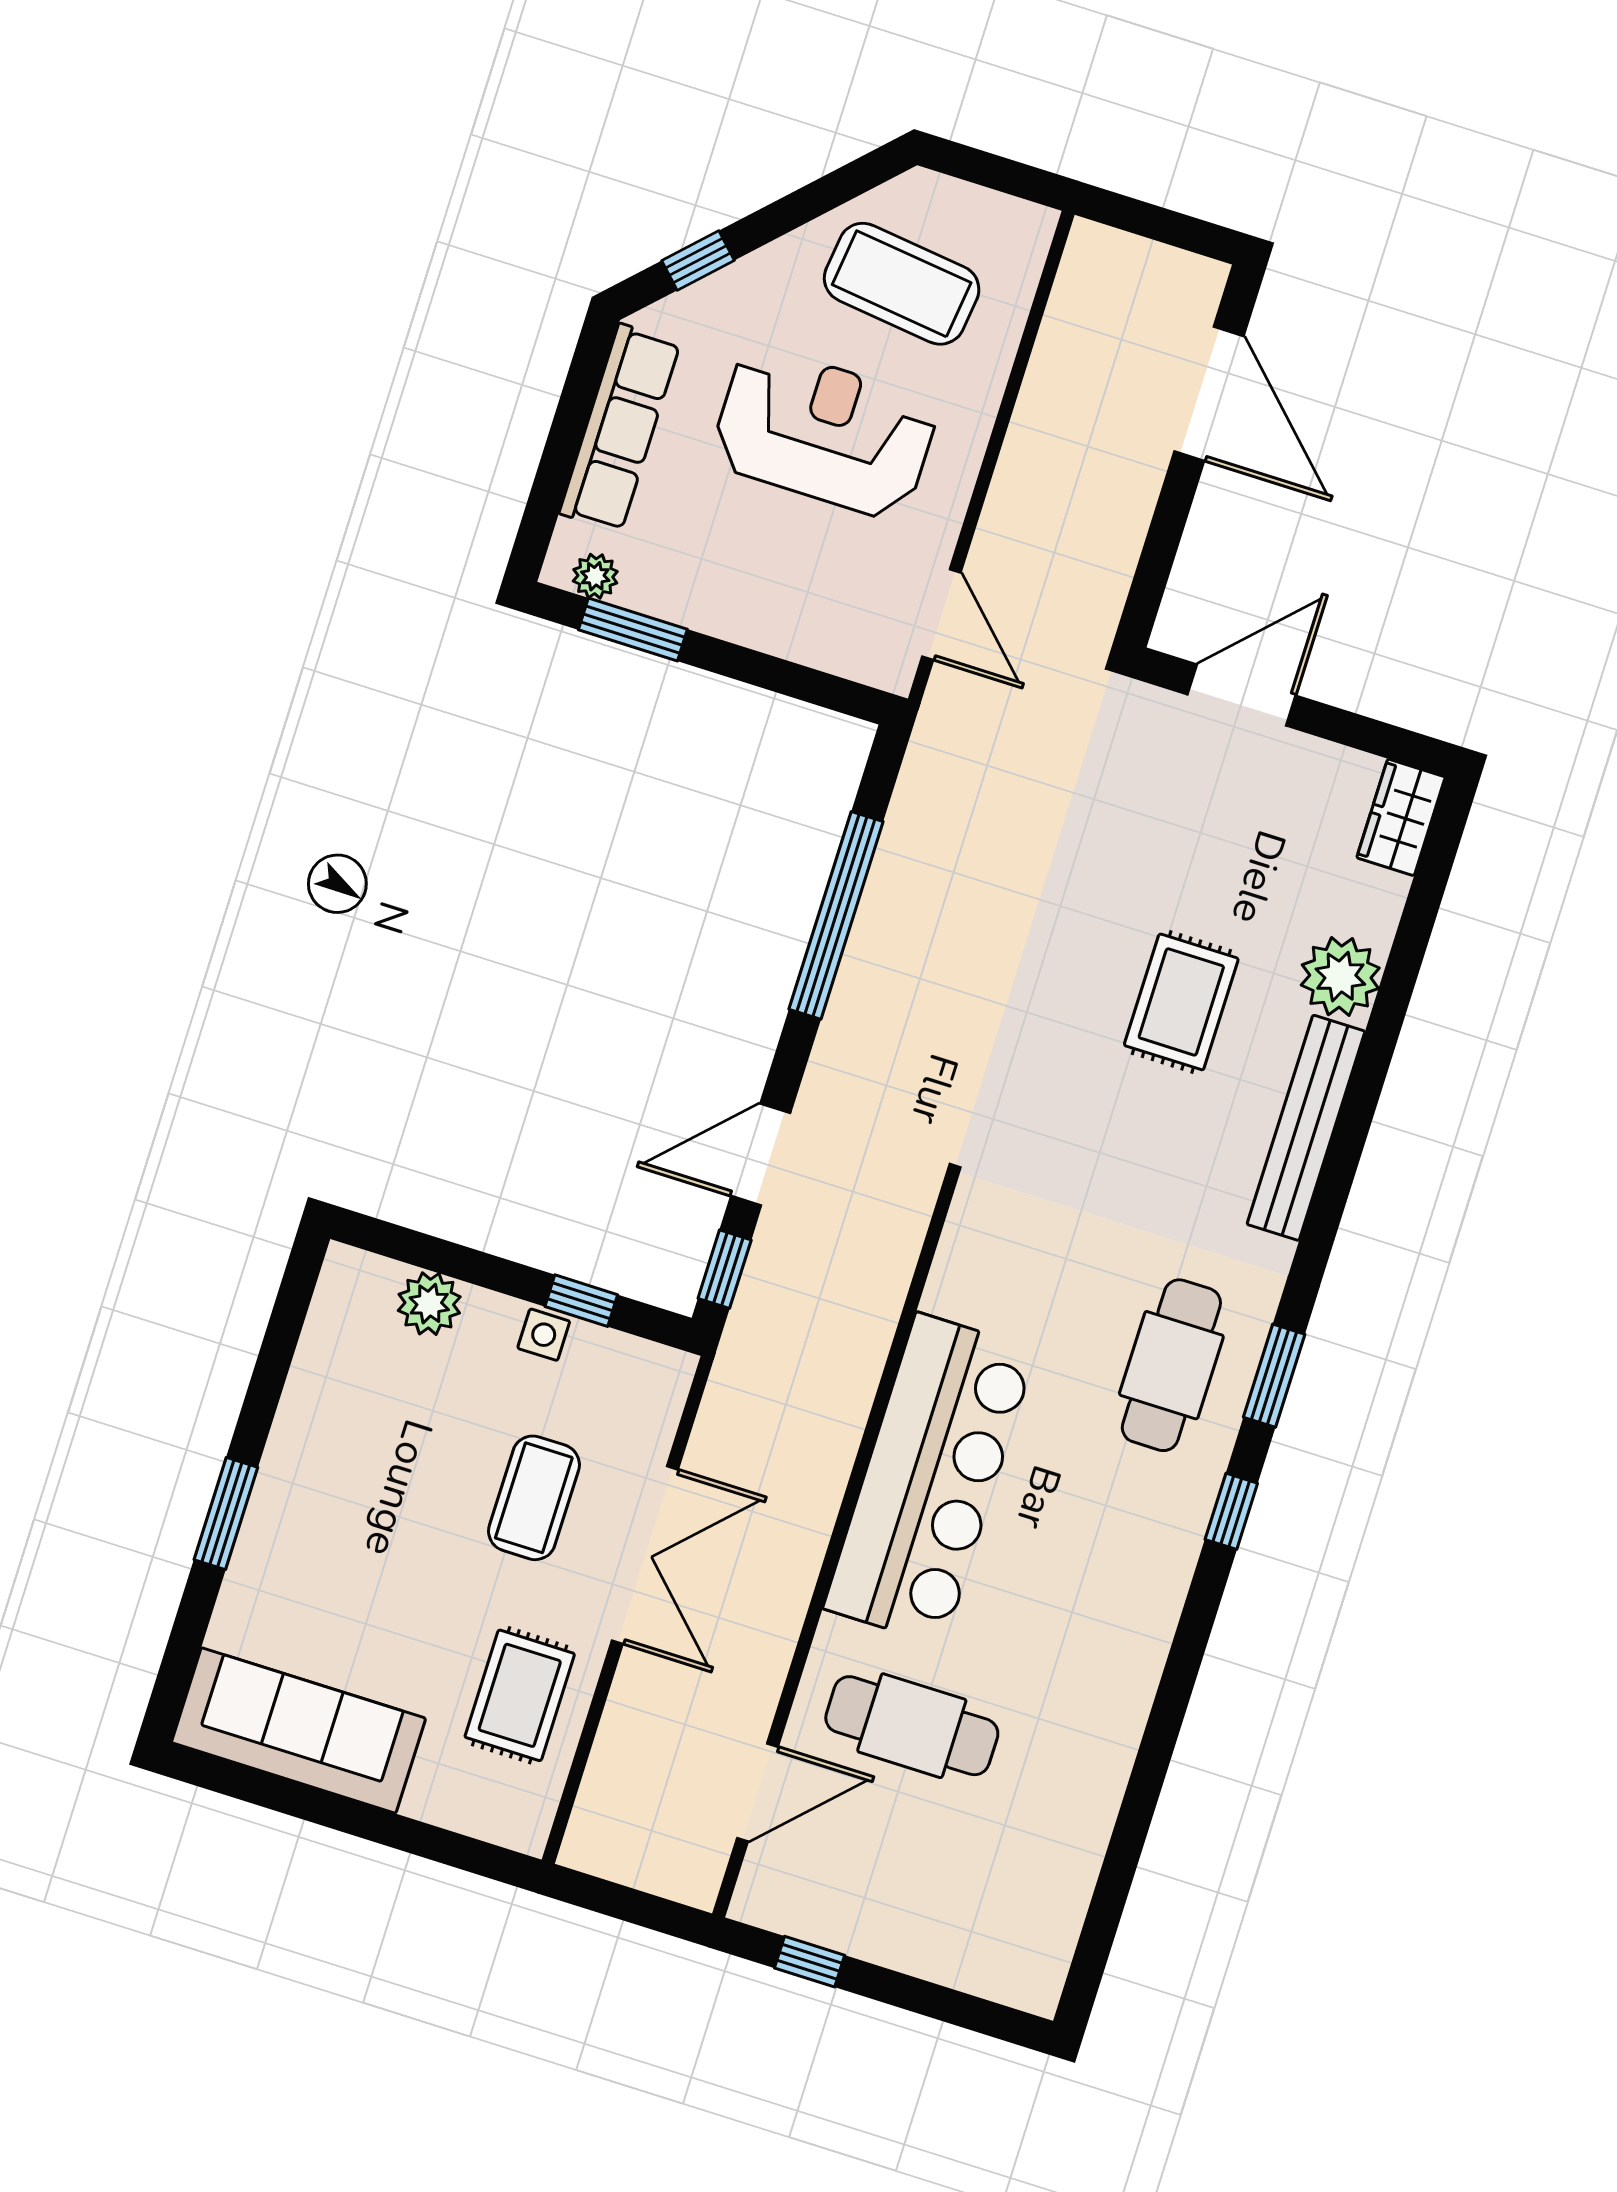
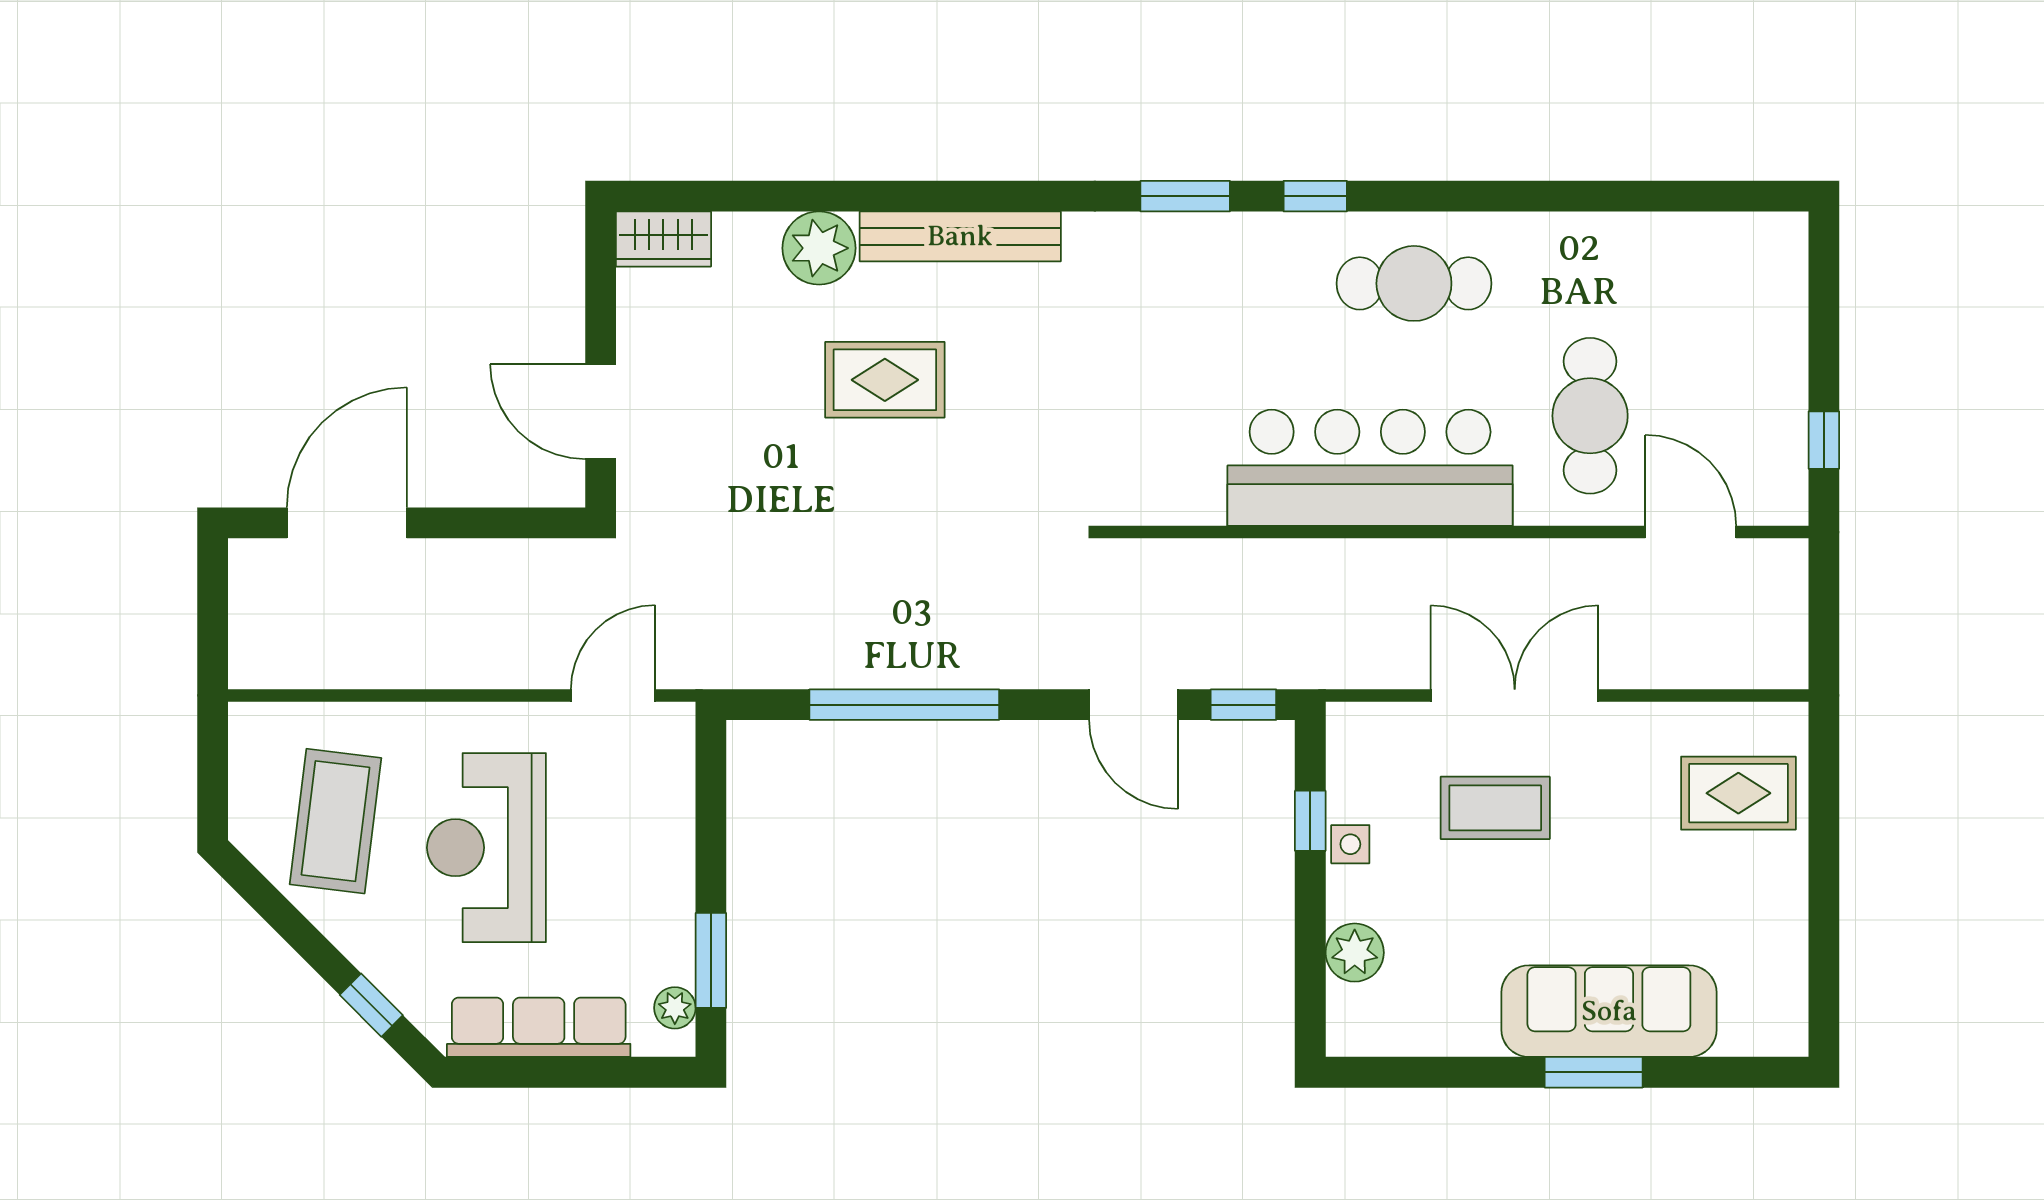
cafe table: (1171, 1365) -> (1414, 283), moved
rug: (520, 1695) -> (1738, 793), moved
sofa: (298, 1730) -> (1609, 1011), moved, turned 90

